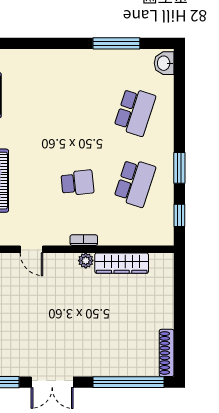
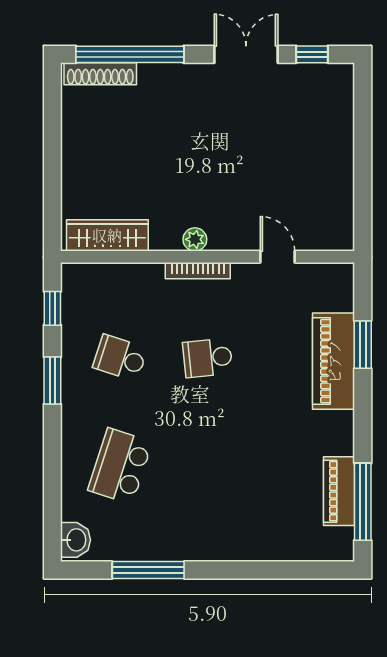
school desk: (135, 183) -> (120, 358), width x0.54
bookcase: (84, 240) -> (198, 271), width x1.56
wardrobe: (122, 263) -> (107, 235), moved
shoe rack: (167, 353) -> (100, 74), moved, turned 90

